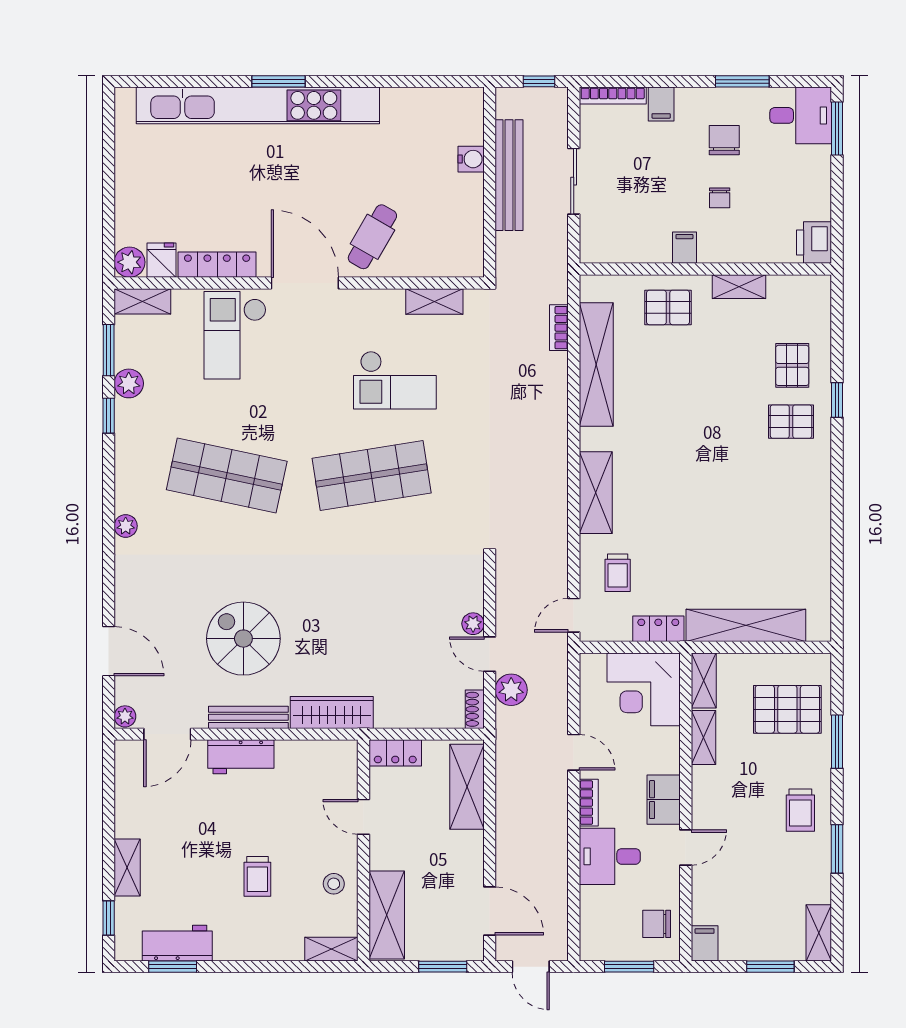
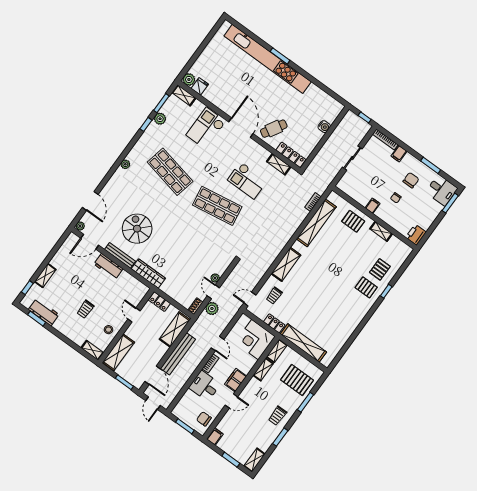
bench: (509, 175) -> (178, 354), moved
locker: (217, 265) -> (291, 155), moved

